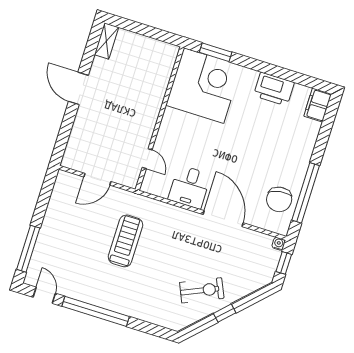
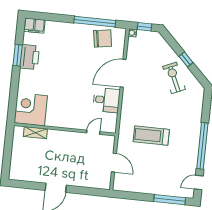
shelving: (106, 41) -> (35, 133), moved
window: (216, 52) -> (18, 55), moved
corner desk: (204, 86) -> (31, 109), width x0.74, depth x0.74

